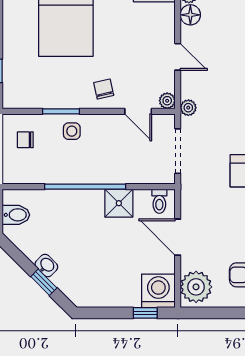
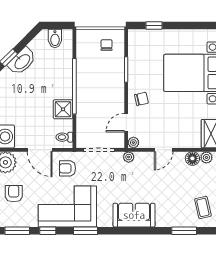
side table: (72, 131) -> (113, 77), removed
armchair: (205, 197) -> (68, 168), added
door: (178, 237) -> (40, 150), swing flipped
washbasin: (46, 266) -> (22, 61), width x1.91, depth x1.45

